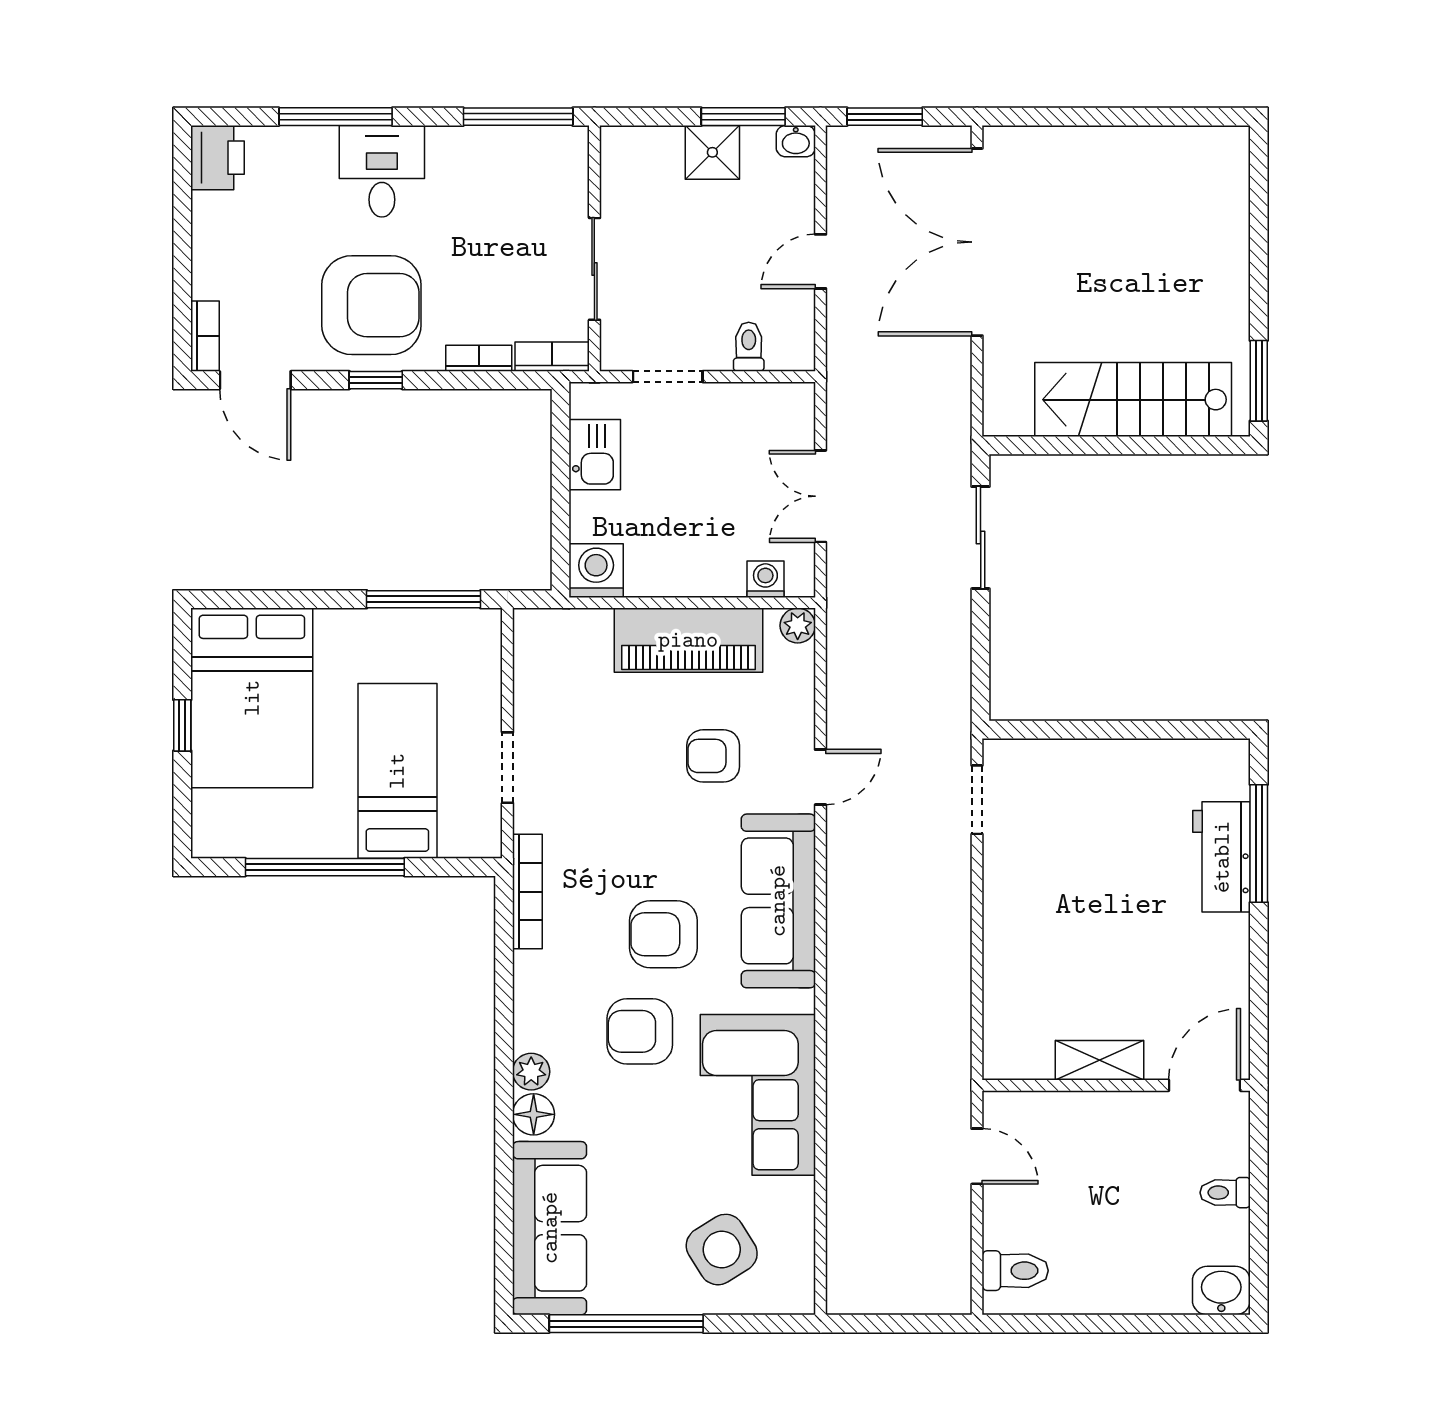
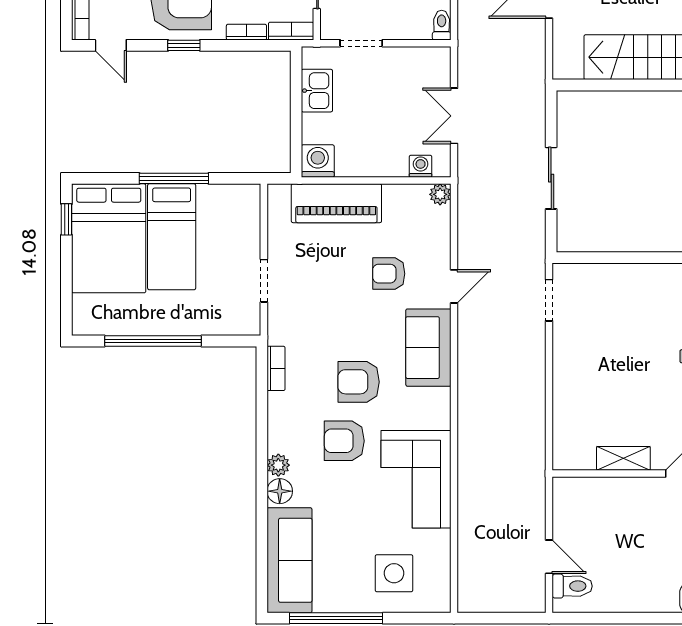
toilet: (749, 347) -> (442, 25), moved
door: (255, 380) -> (111, 45), width x0.73
sliding door: (981, 538) -> (551, 178), moved
window: (424, 599) -> (174, 178), moved
piano: (688, 640) -> (336, 203), moved
window: (182, 725) -> (66, 219), moved
bed: (397, 771) -> (172, 237), moved, turned 180
bookcase: (527, 892) -> (276, 368), width x0.64
sofa: (778, 901) -> (428, 348), width x0.73
door: (977, 1156) -> (549, 557), moved
side table: (722, 1250) -> (394, 573), turned 32

